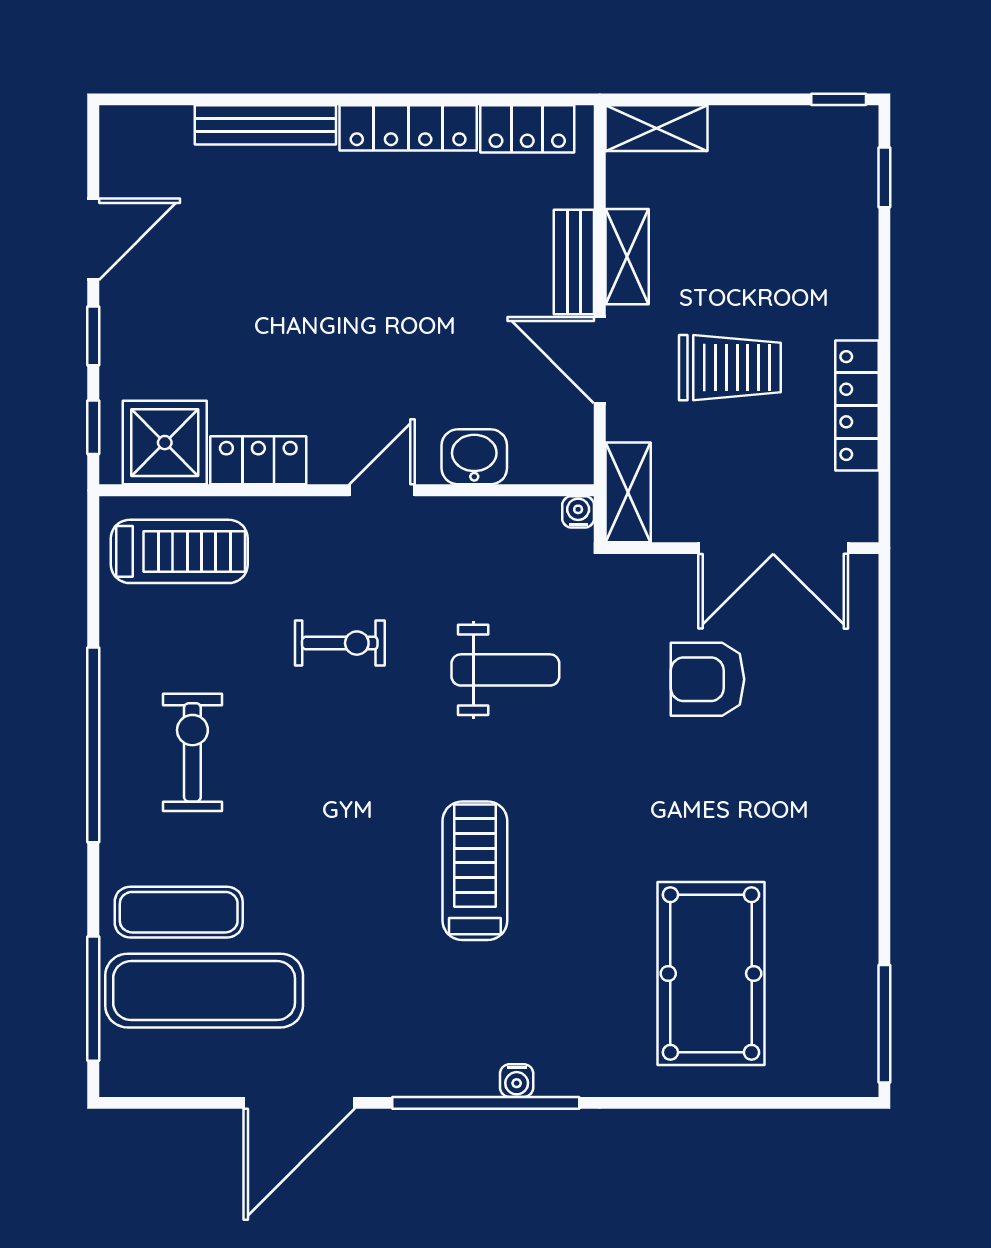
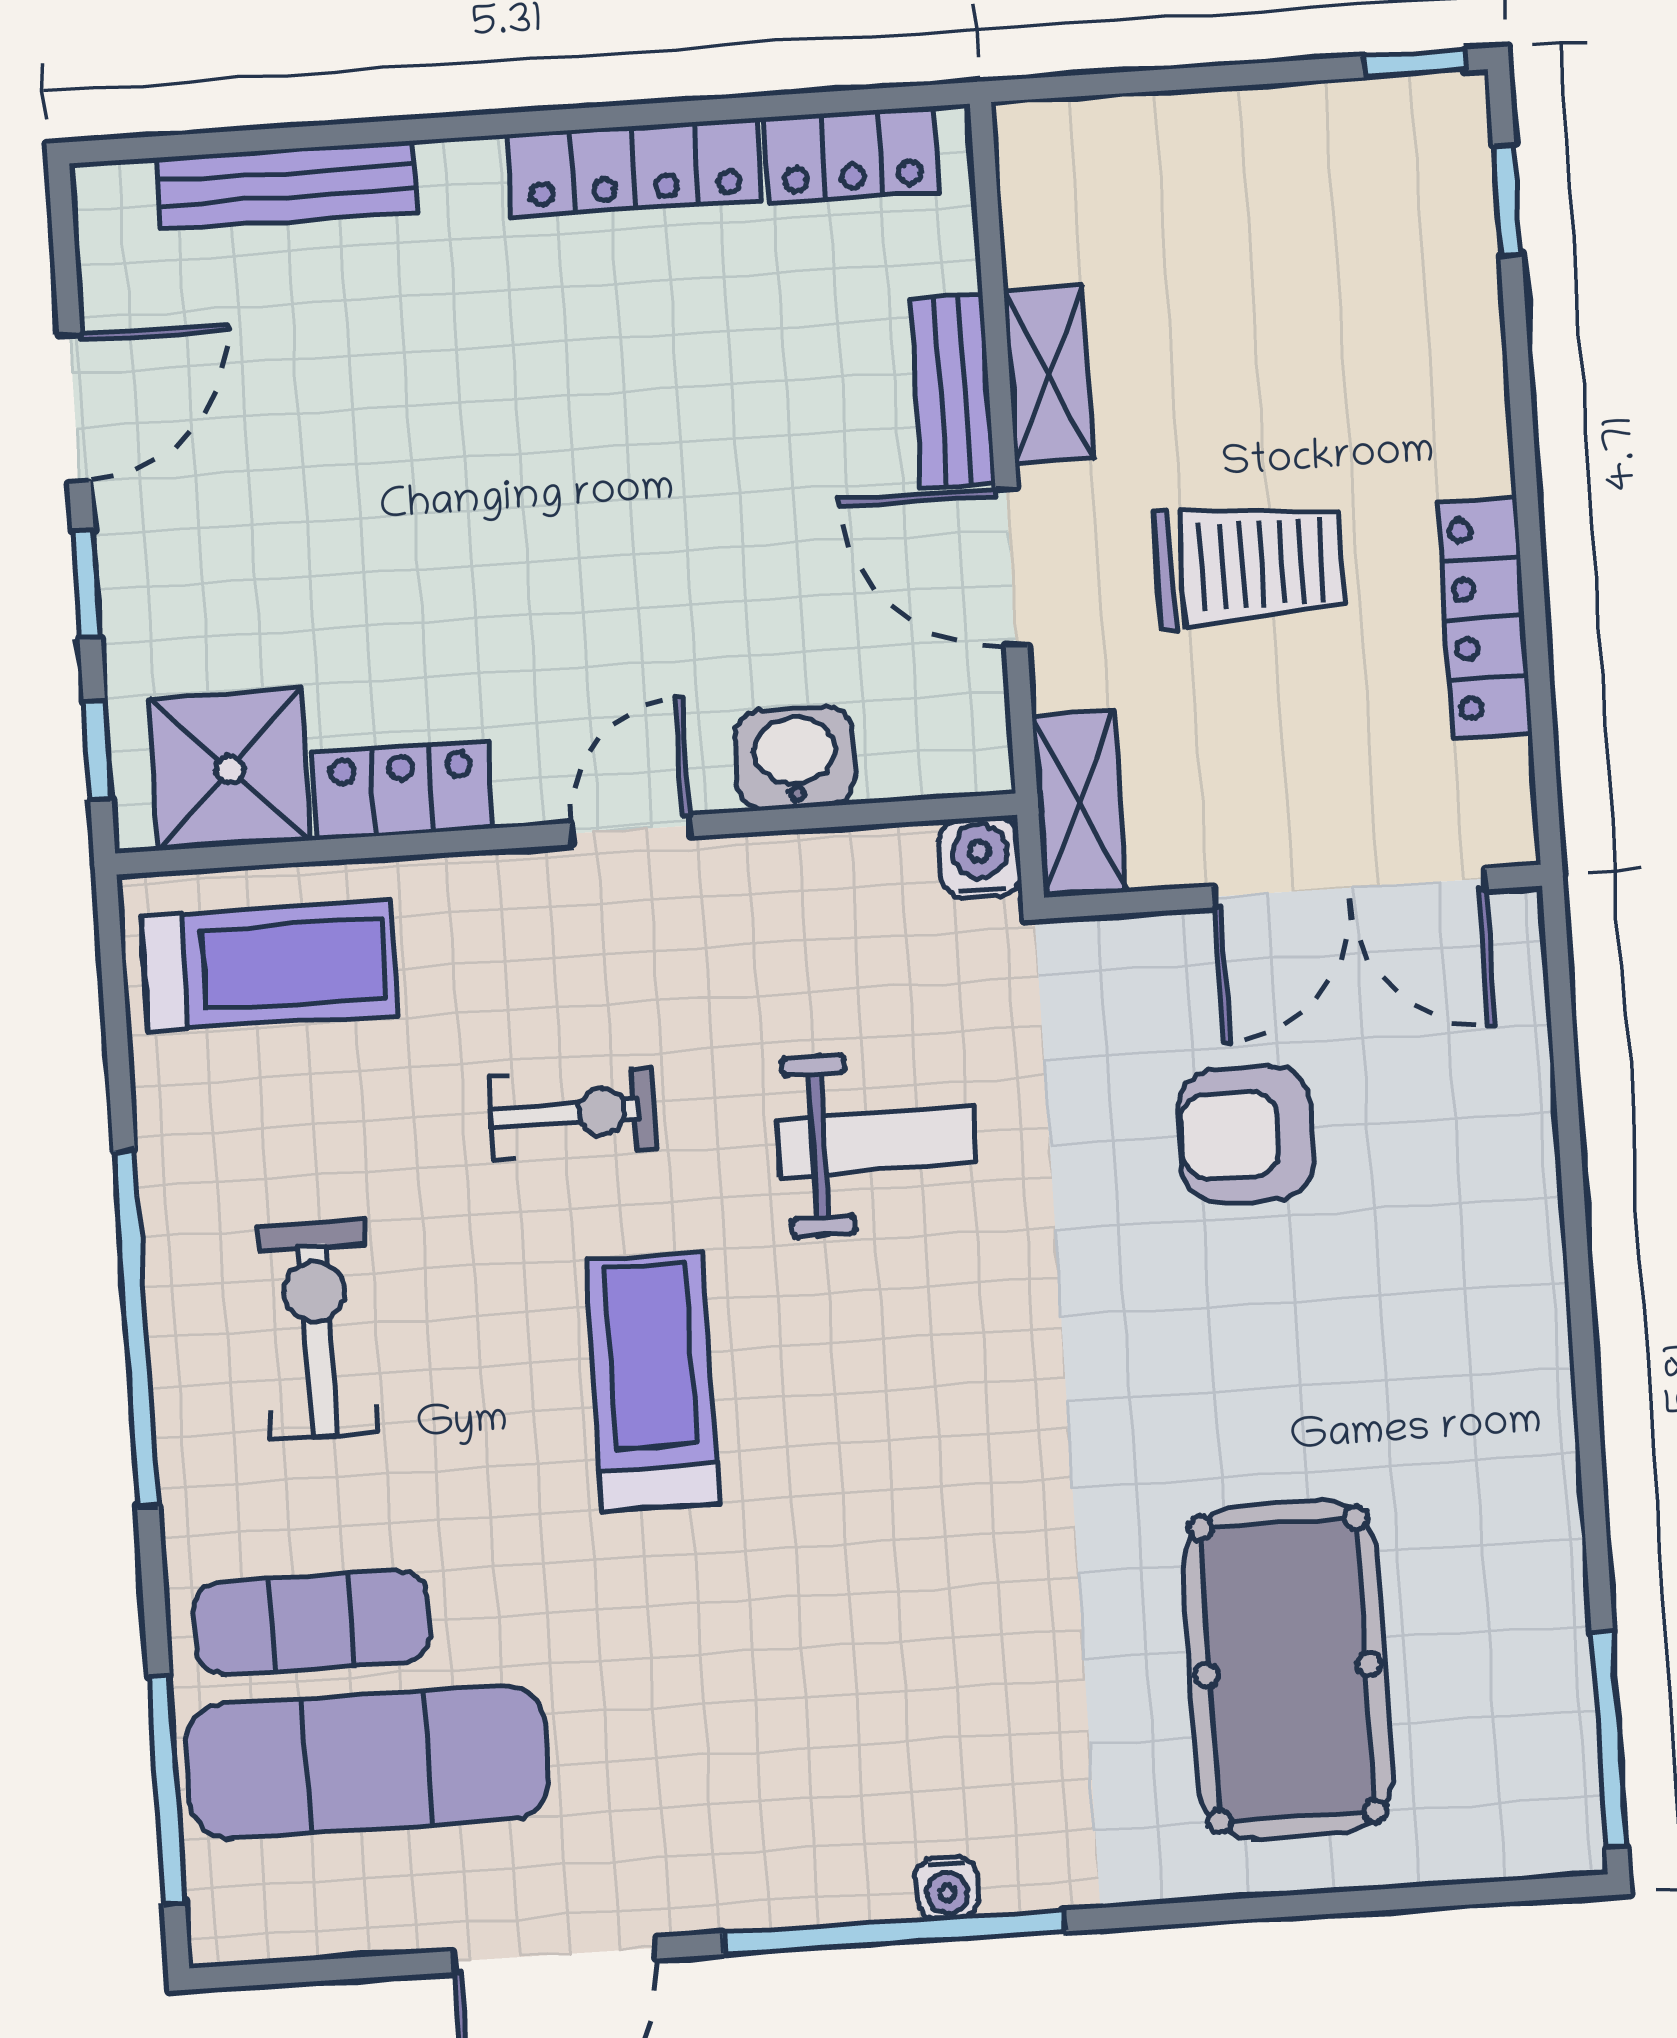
bench: (265, 125) -> (286, 185), moved
shelving: (656, 128) -> (1086, 138), removed
water cooler: (578, 512) -> (980, 857), width x1.38, depth x1.38
treadmill: (475, 871) -> (652, 1381), moved

